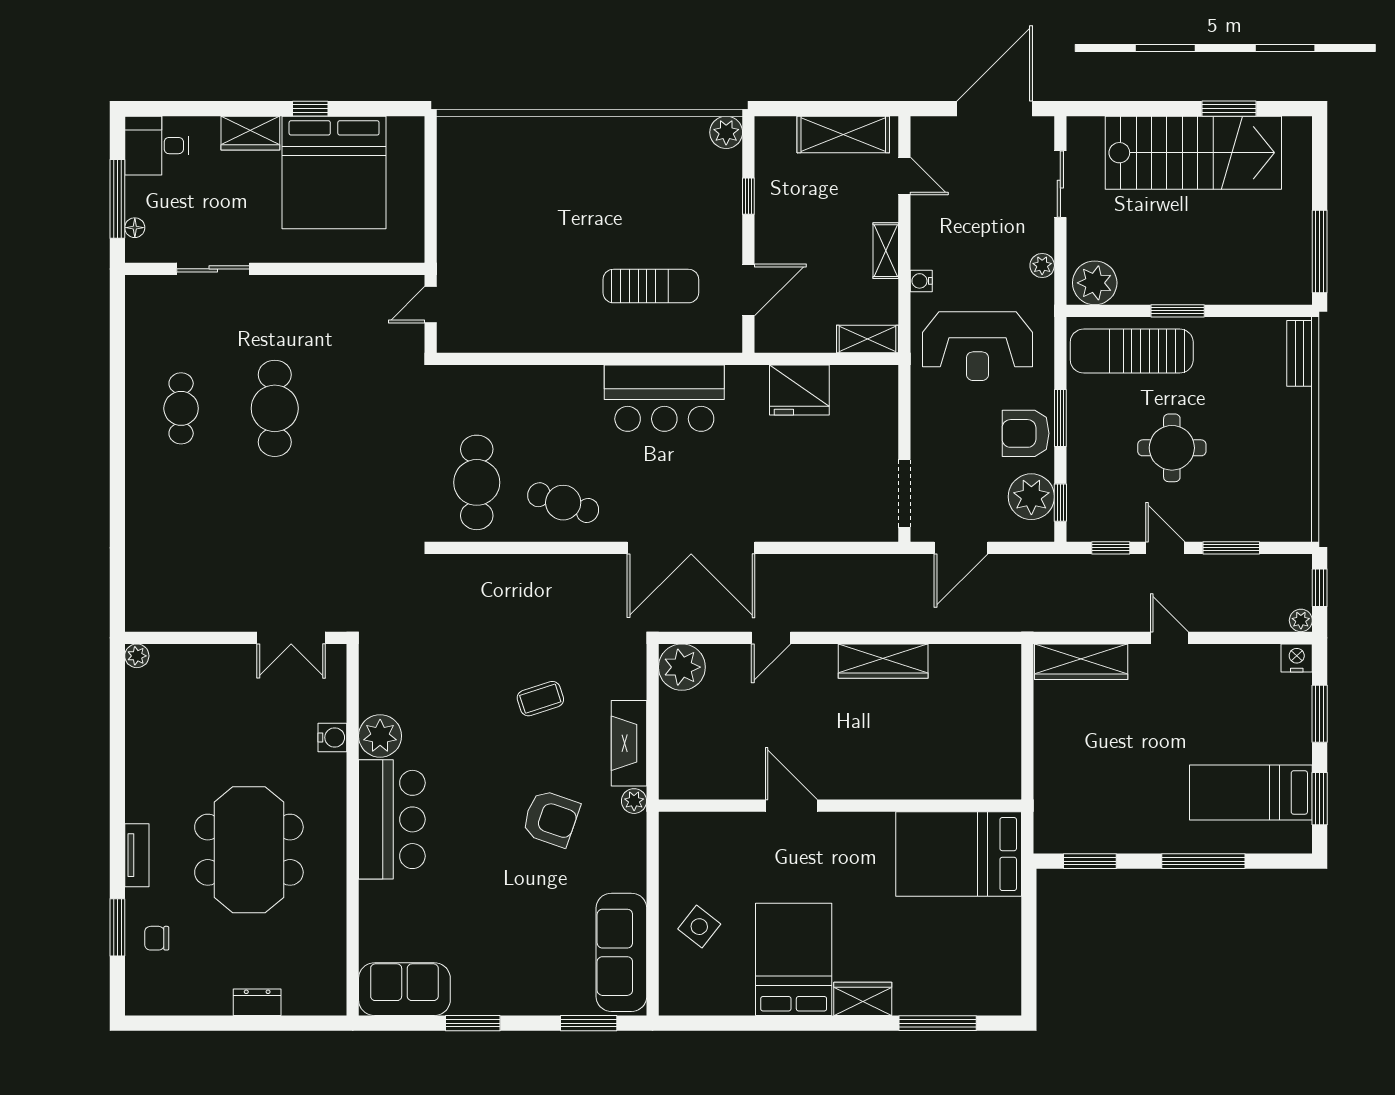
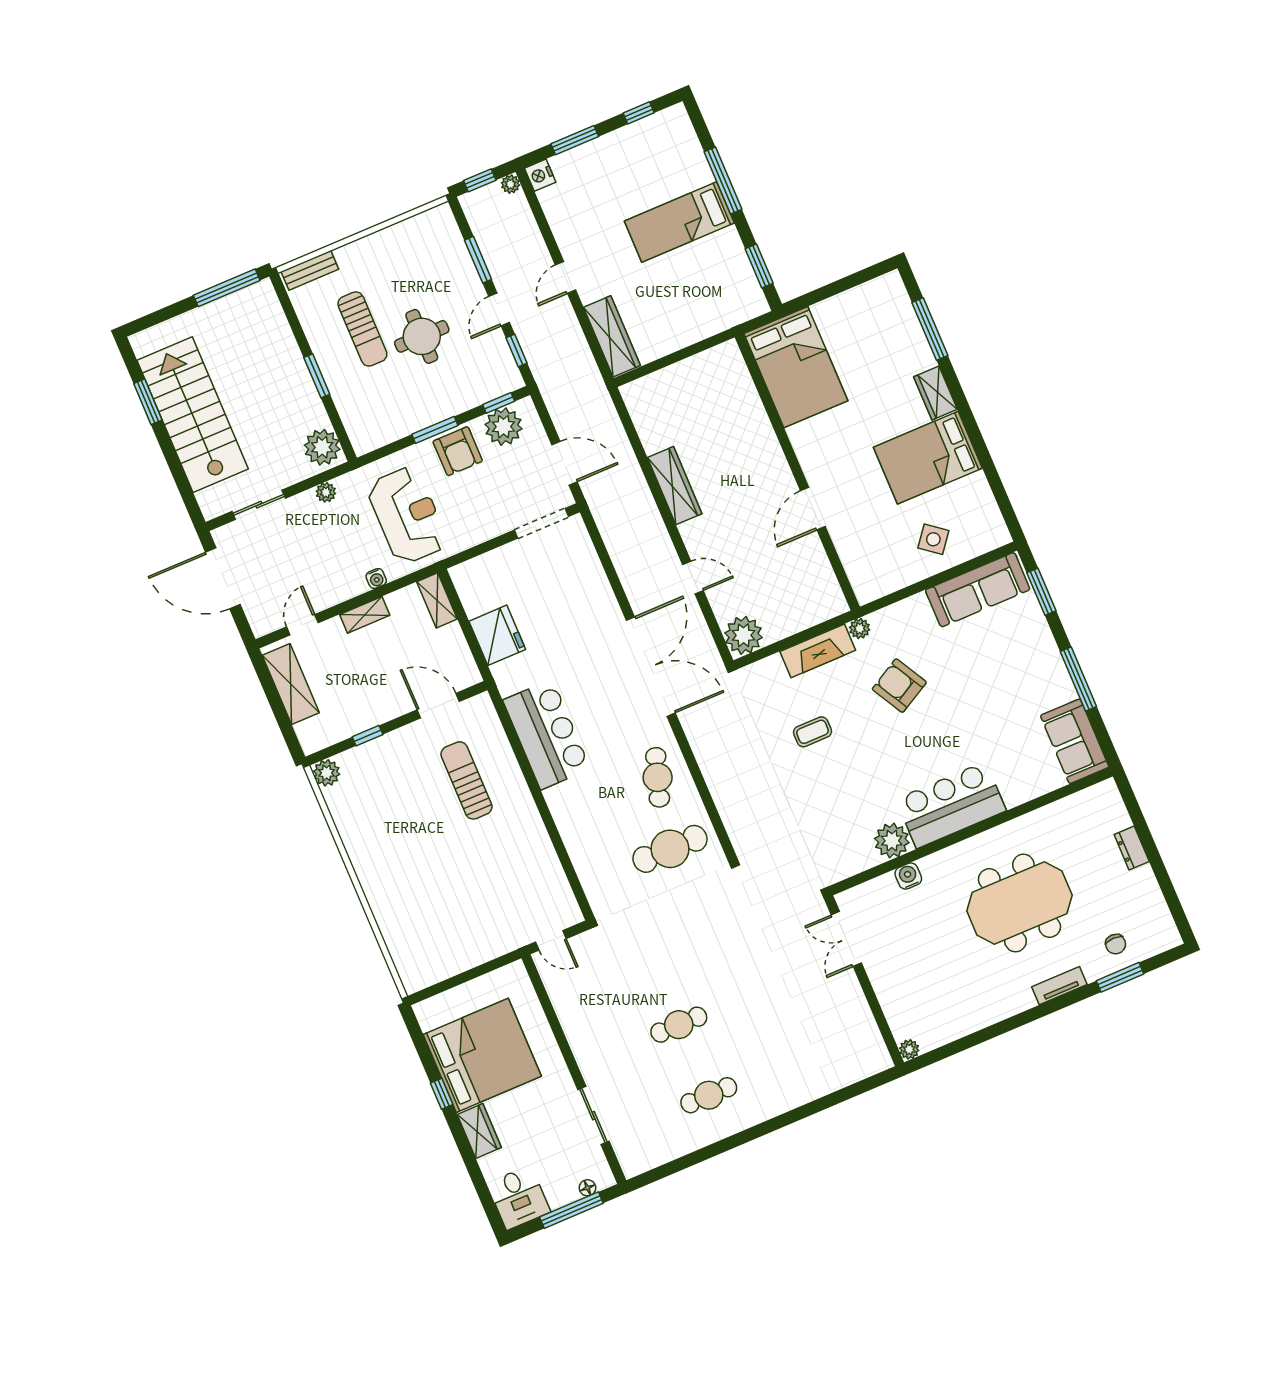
sun lounger: (1132, 351) -> (362, 329), moved, width x0.73, depth x0.75
cafe table: (275, 408) -> (679, 1025), width x0.73, depth x0.74
double door: (291, 638) -> (846, 939), swing flipped
coffee table: (540, 699) -> (812, 732), turned -72
bed: (1251, 792) -> (679, 222), moved, turned 90
window: (1320, 799) -> (639, 113), width x0.67
armchair: (551, 818) -> (899, 686), turned -48
window: (473, 1023) -> (1078, 679), width x1.44

